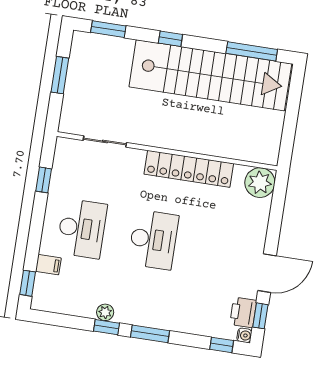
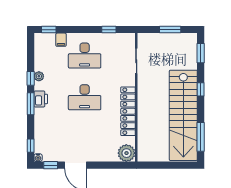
printer: (243, 312) -> (41, 99), moved, turned 90

